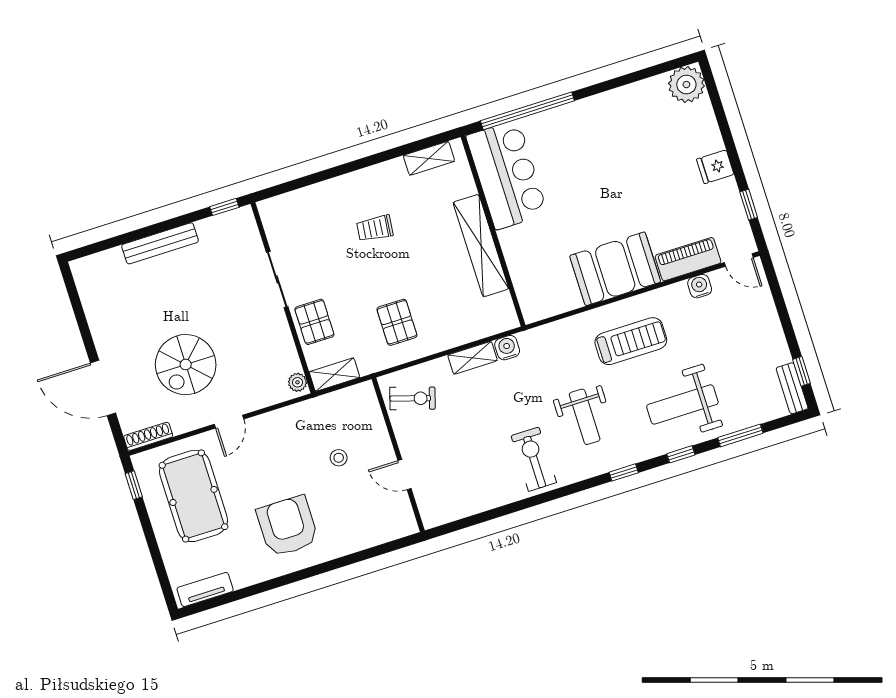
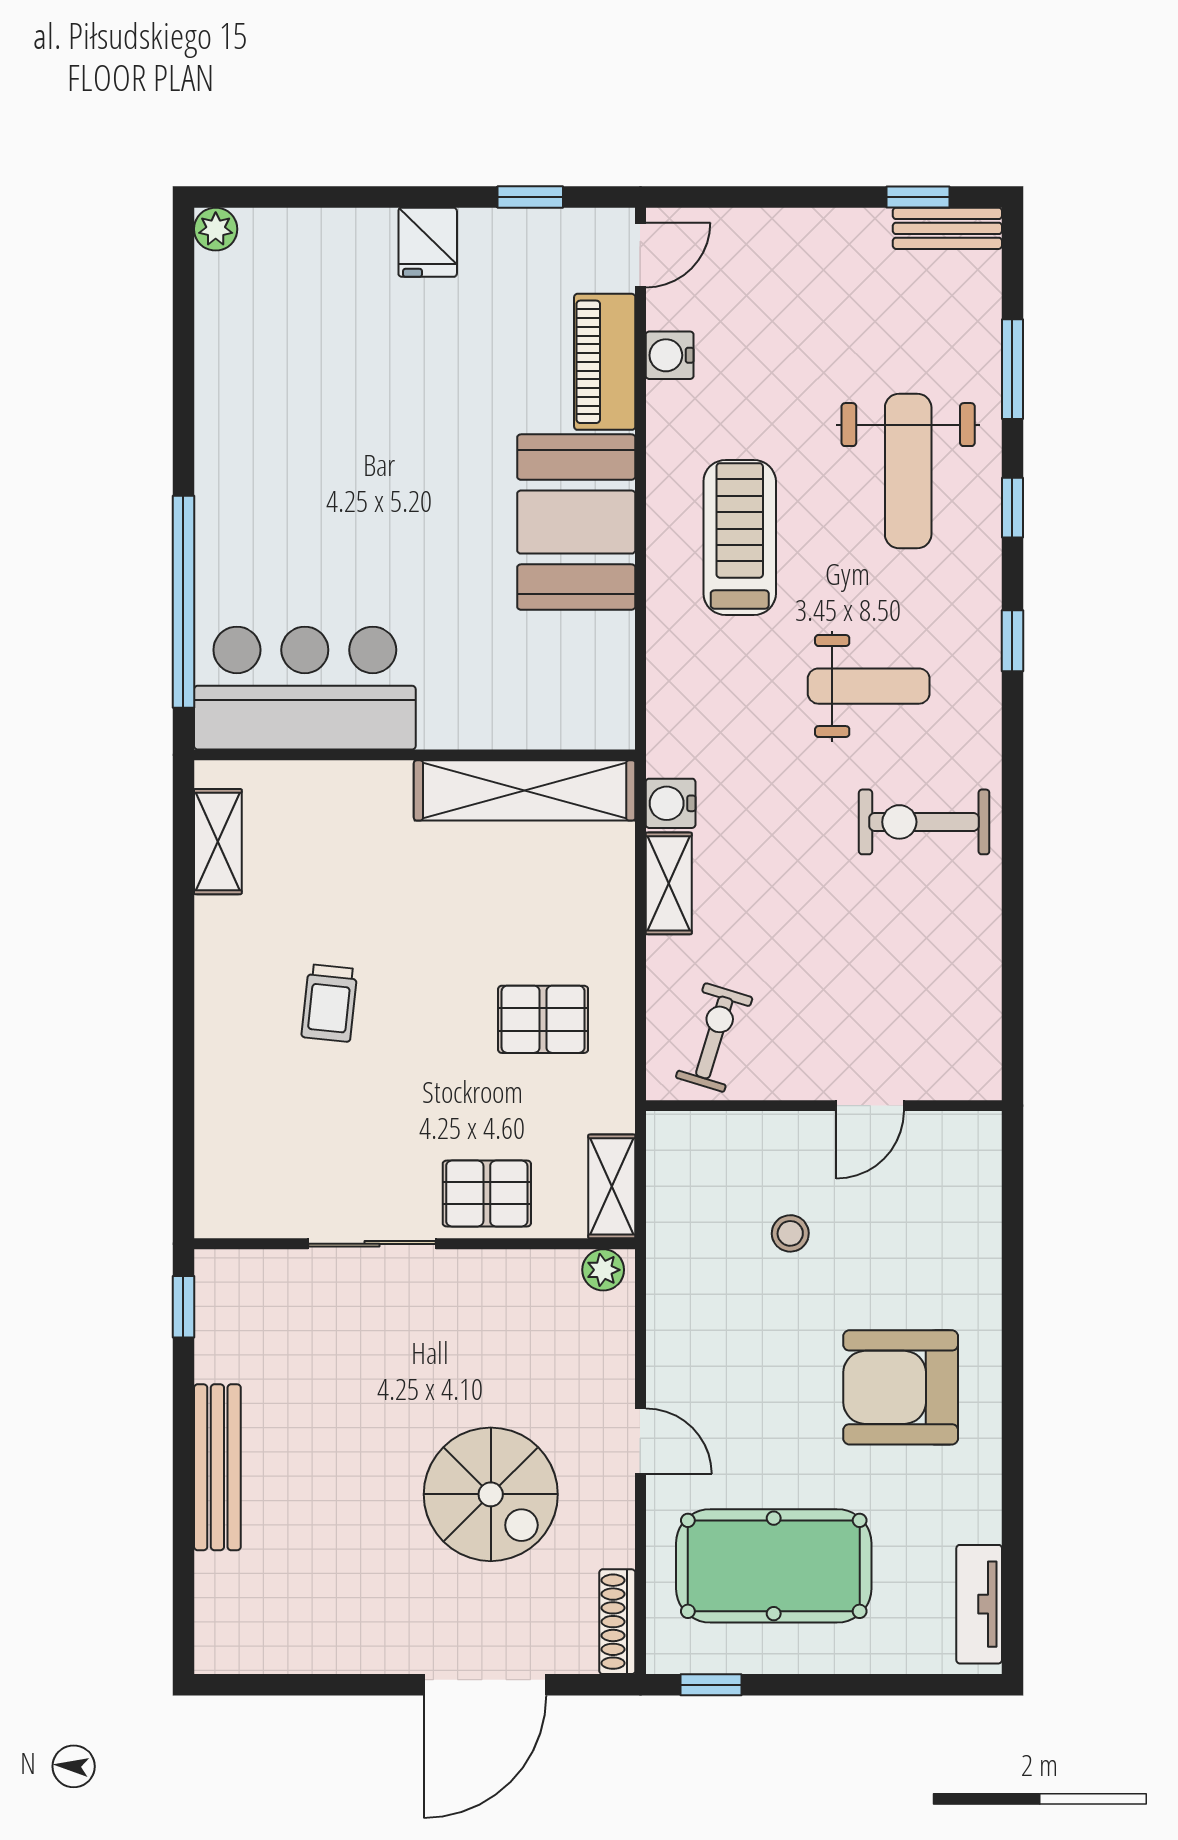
plant: (686, 85) -> (216, 229), width x0.53, depth x0.53
shelving: (481, 246) -> (525, 790), moved

